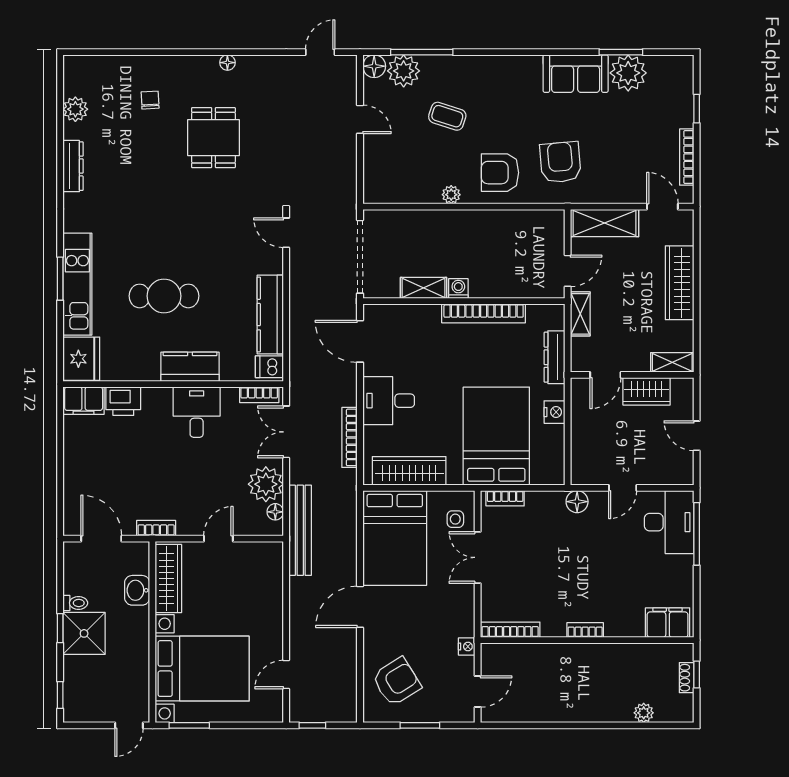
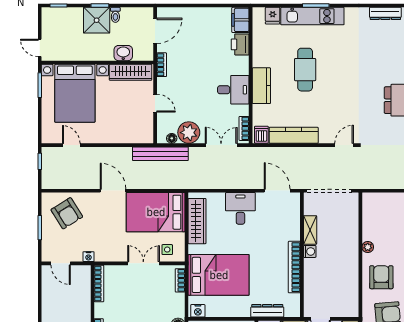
door: (360, 341) -> (277, 191), hinge flipped
fridge: (81, 359) -> (273, 16), width x0.53, depth x0.75
nightstand: (554, 412) -> (198, 311), moved
bookcase: (350, 437) -> (218, 184), removed

